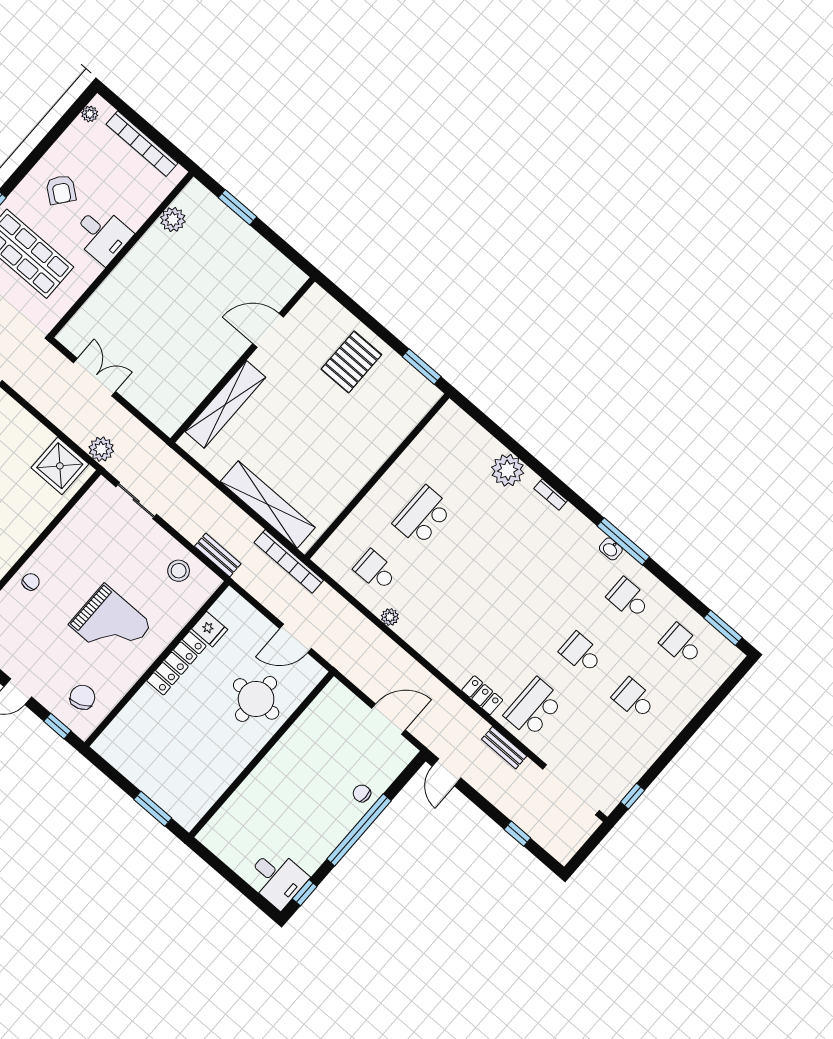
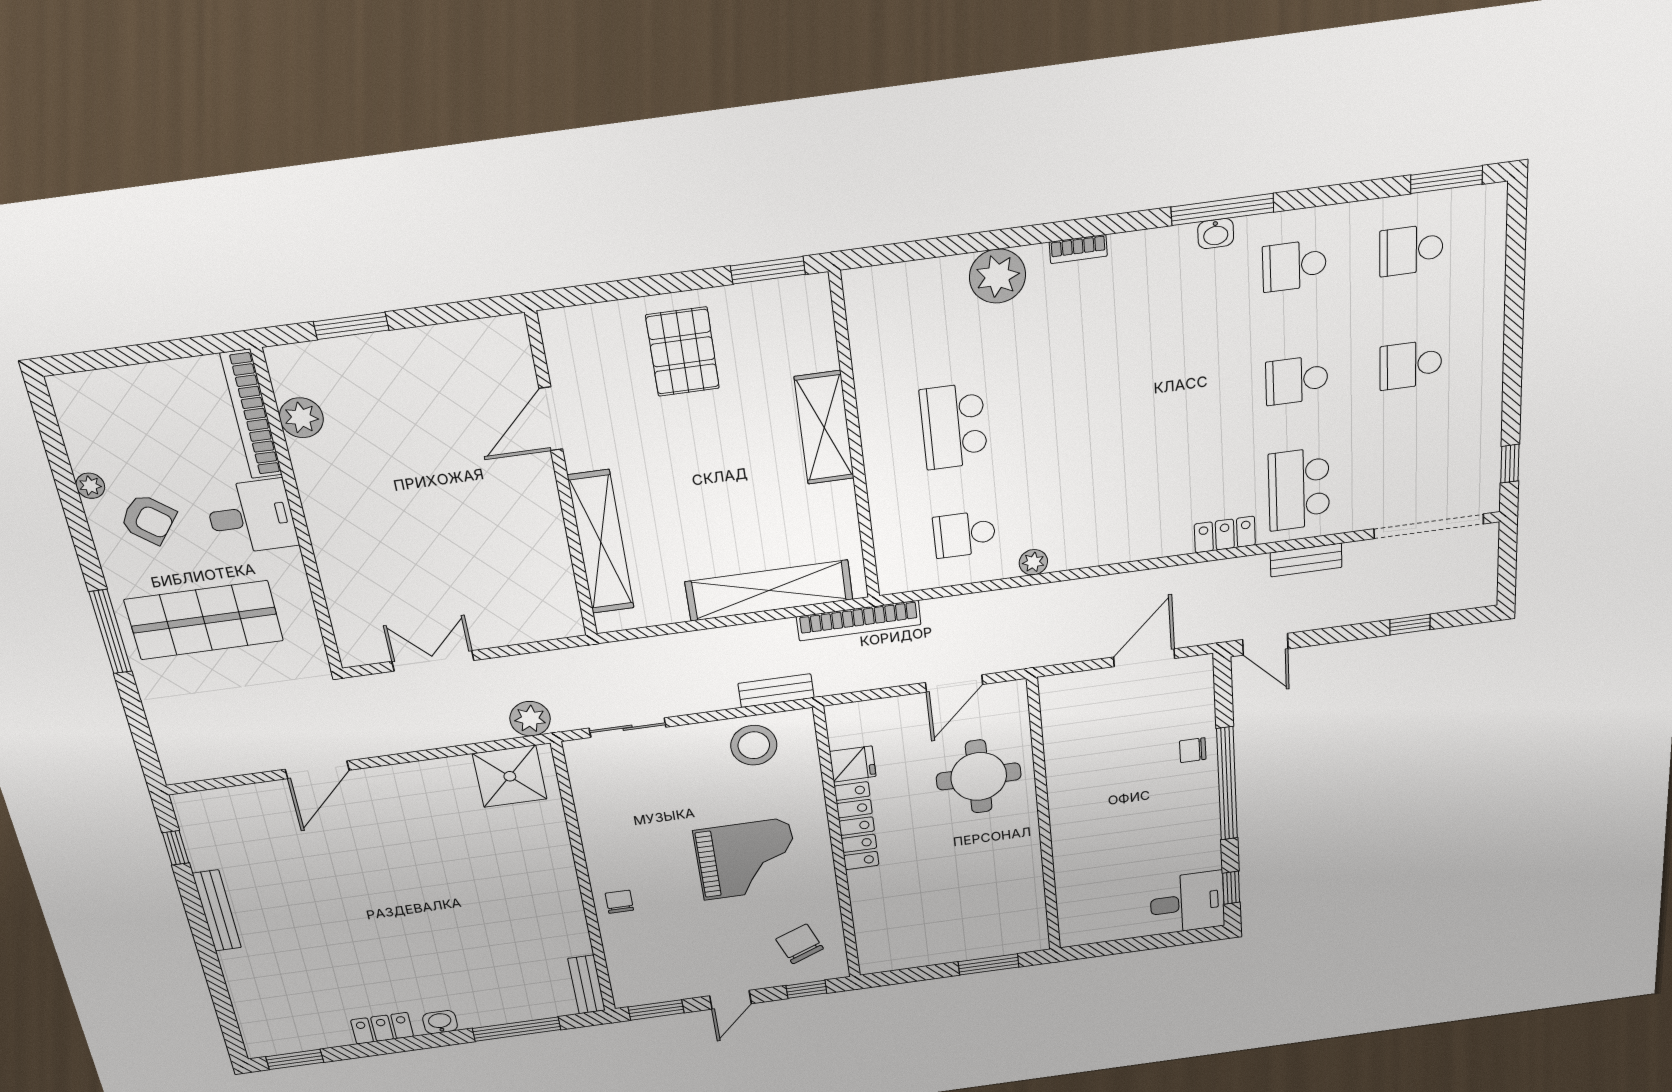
plant: (90, 114) -> (90, 486), moved
bookcase: (142, 144) -> (251, 414), moved, turned 90
shelving: (371, 457) -> (824, 428), added
stool: (179, 571) -> (754, 745), width x1.38, depth x1.38

